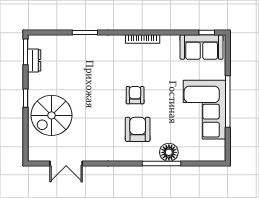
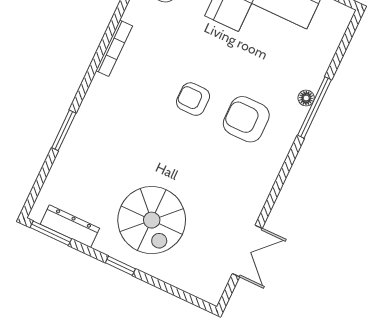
dresser: (34, 60) -> (70, 226), width x1.44
spiral stairs: (52, 115) -> (152, 220), moved
floor lamp: (169, 152) -> (306, 98), width x0.53, depth x0.53

